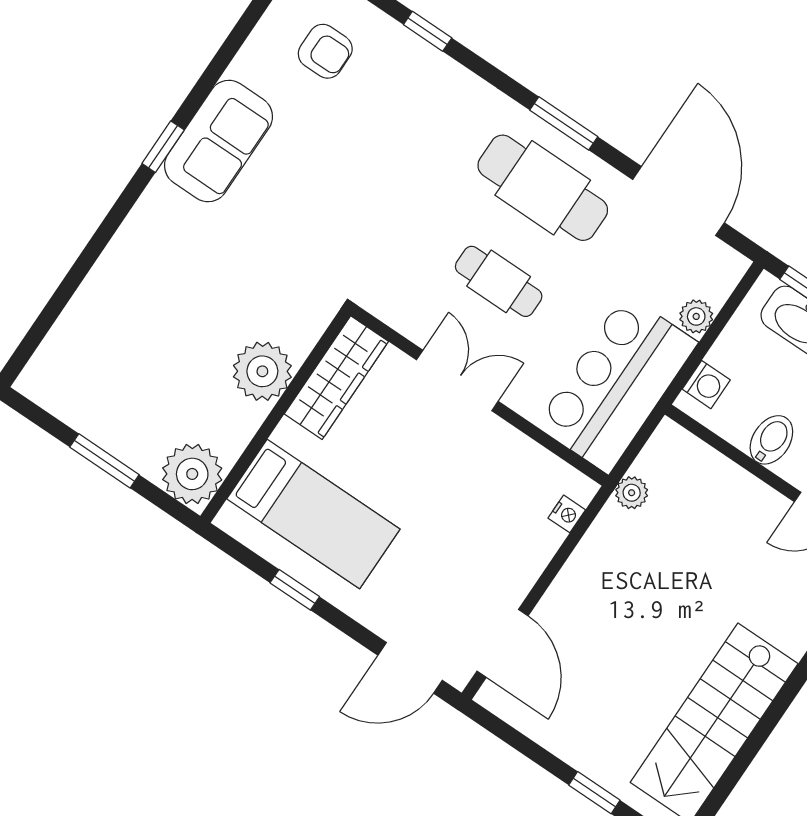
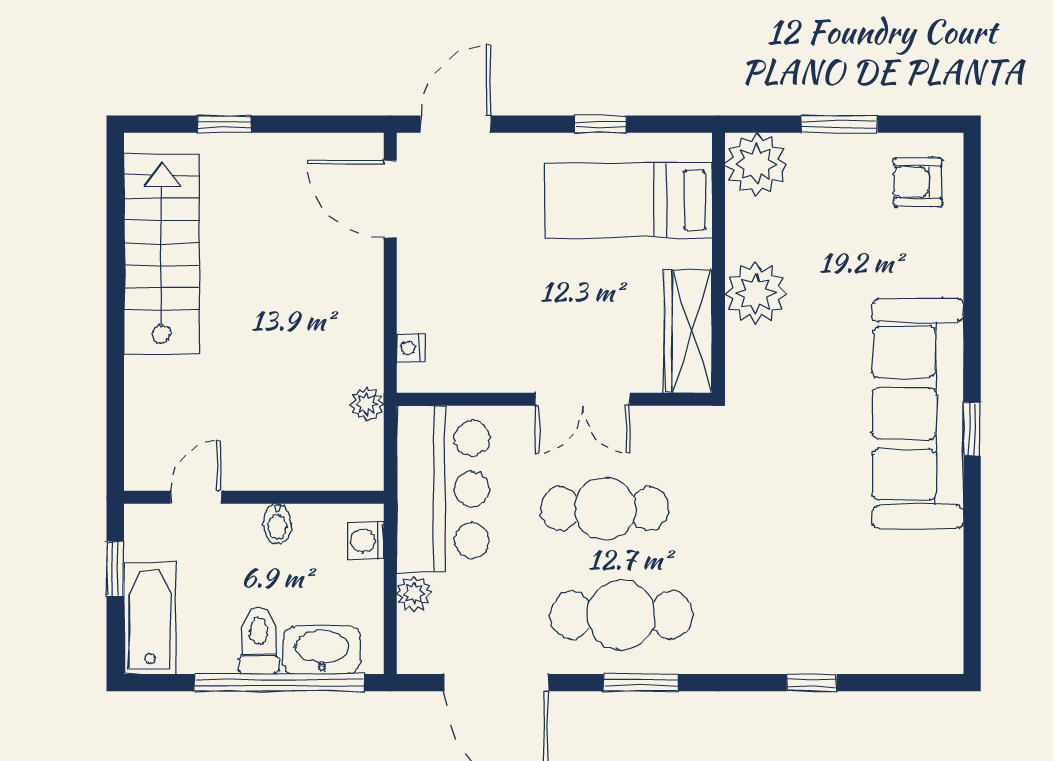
armchair: (325, 51) -> (918, 182), moved
sofa: (219, 141) -> (918, 413), width x1.85, depth x1.27
cafe table: (499, 281) -> (605, 509), width x1.37, depth x1.35
bidet: (771, 440) -> (277, 524), width x0.72, depth x0.74

